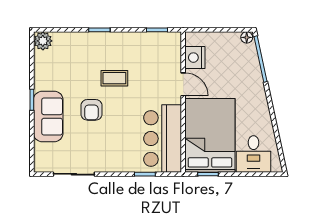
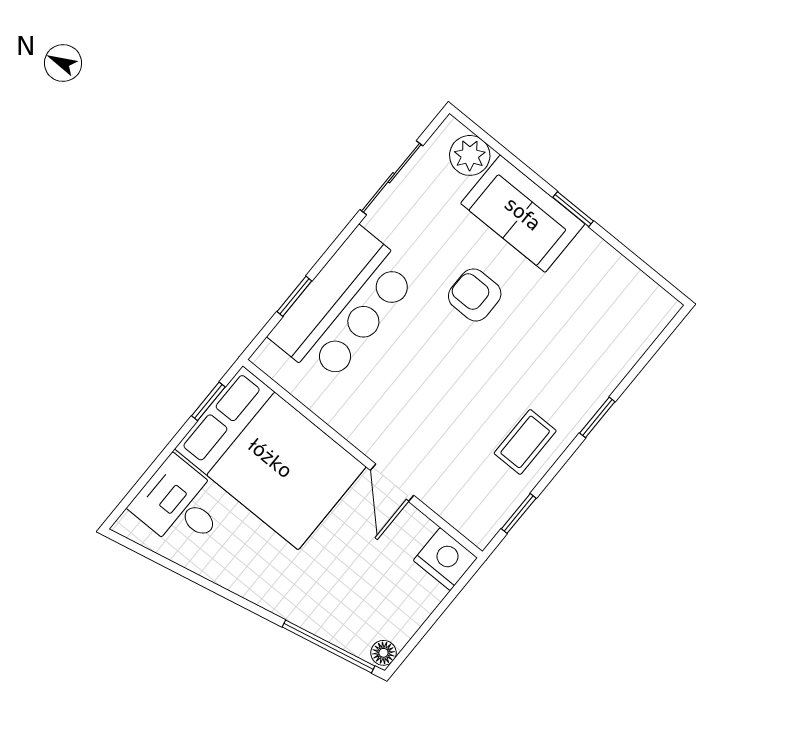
plant: (43, 41) -> (470, 155), moved
nightstand: (195, 58) -> (445, 559), moved
coffee table: (114, 78) -> (525, 442), moved
door: (183, 84) -> (392, 483), hinge flipped
bar counter: (163, 139) -> (344, 306), moved, turned 90

